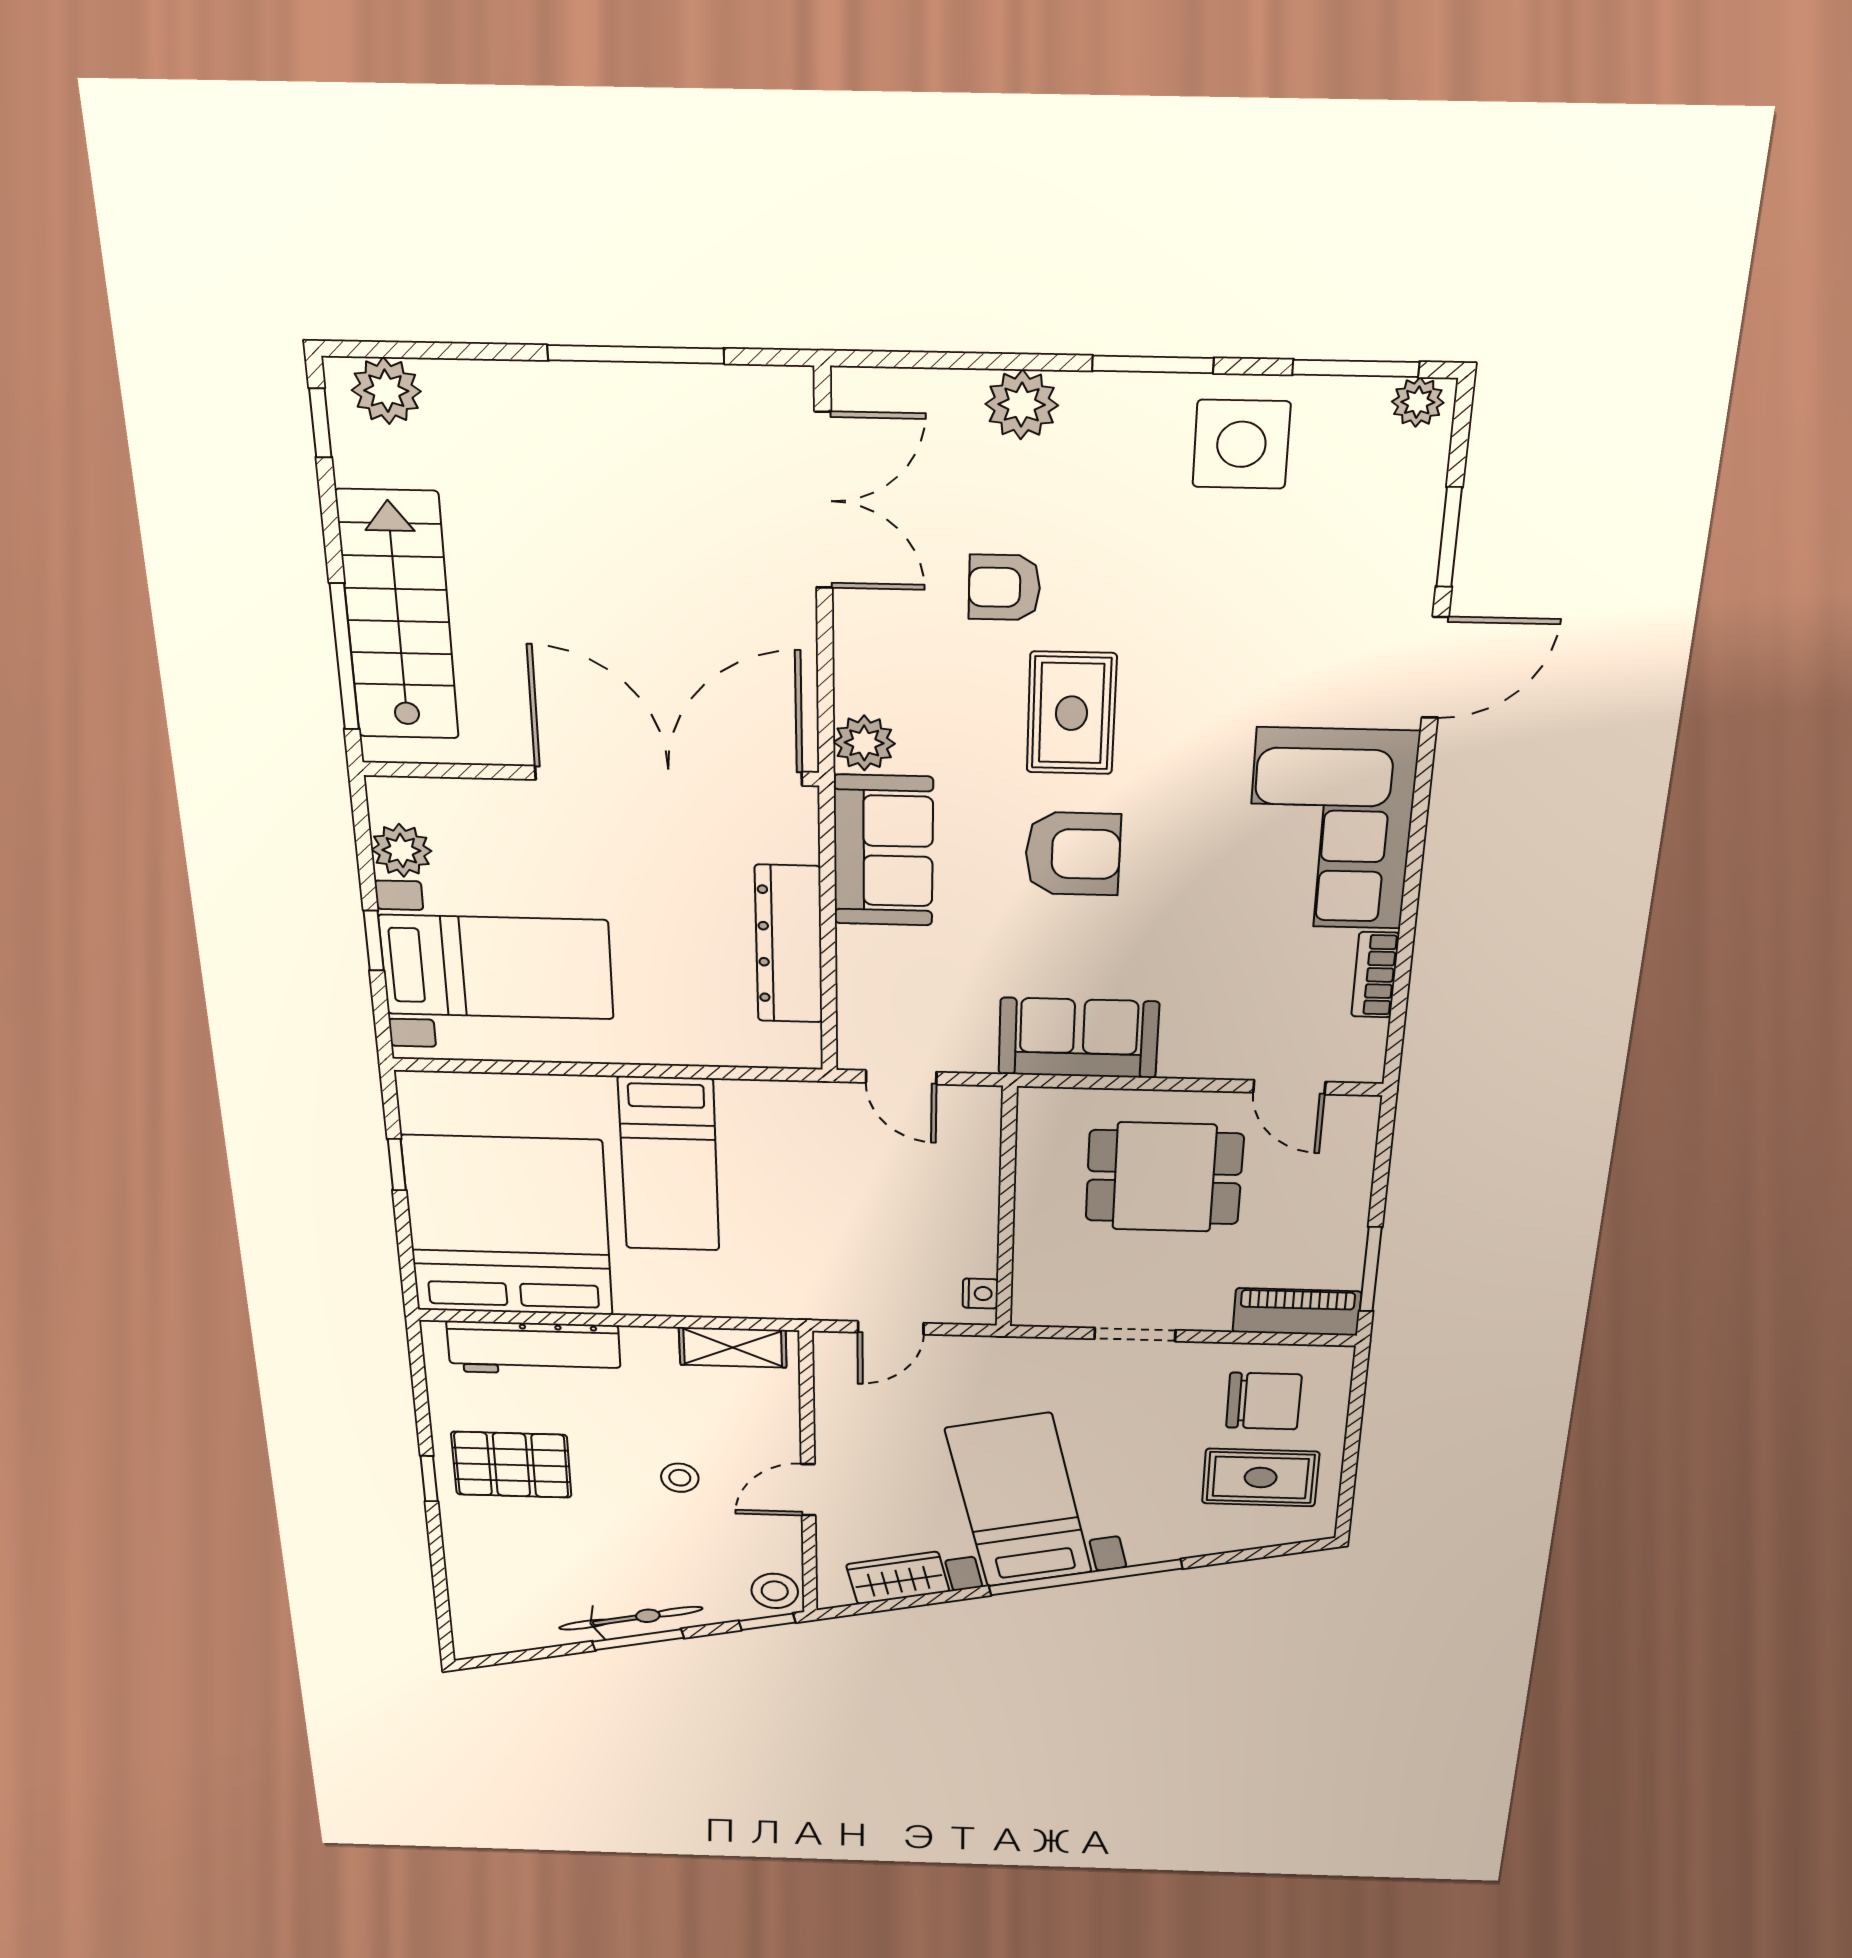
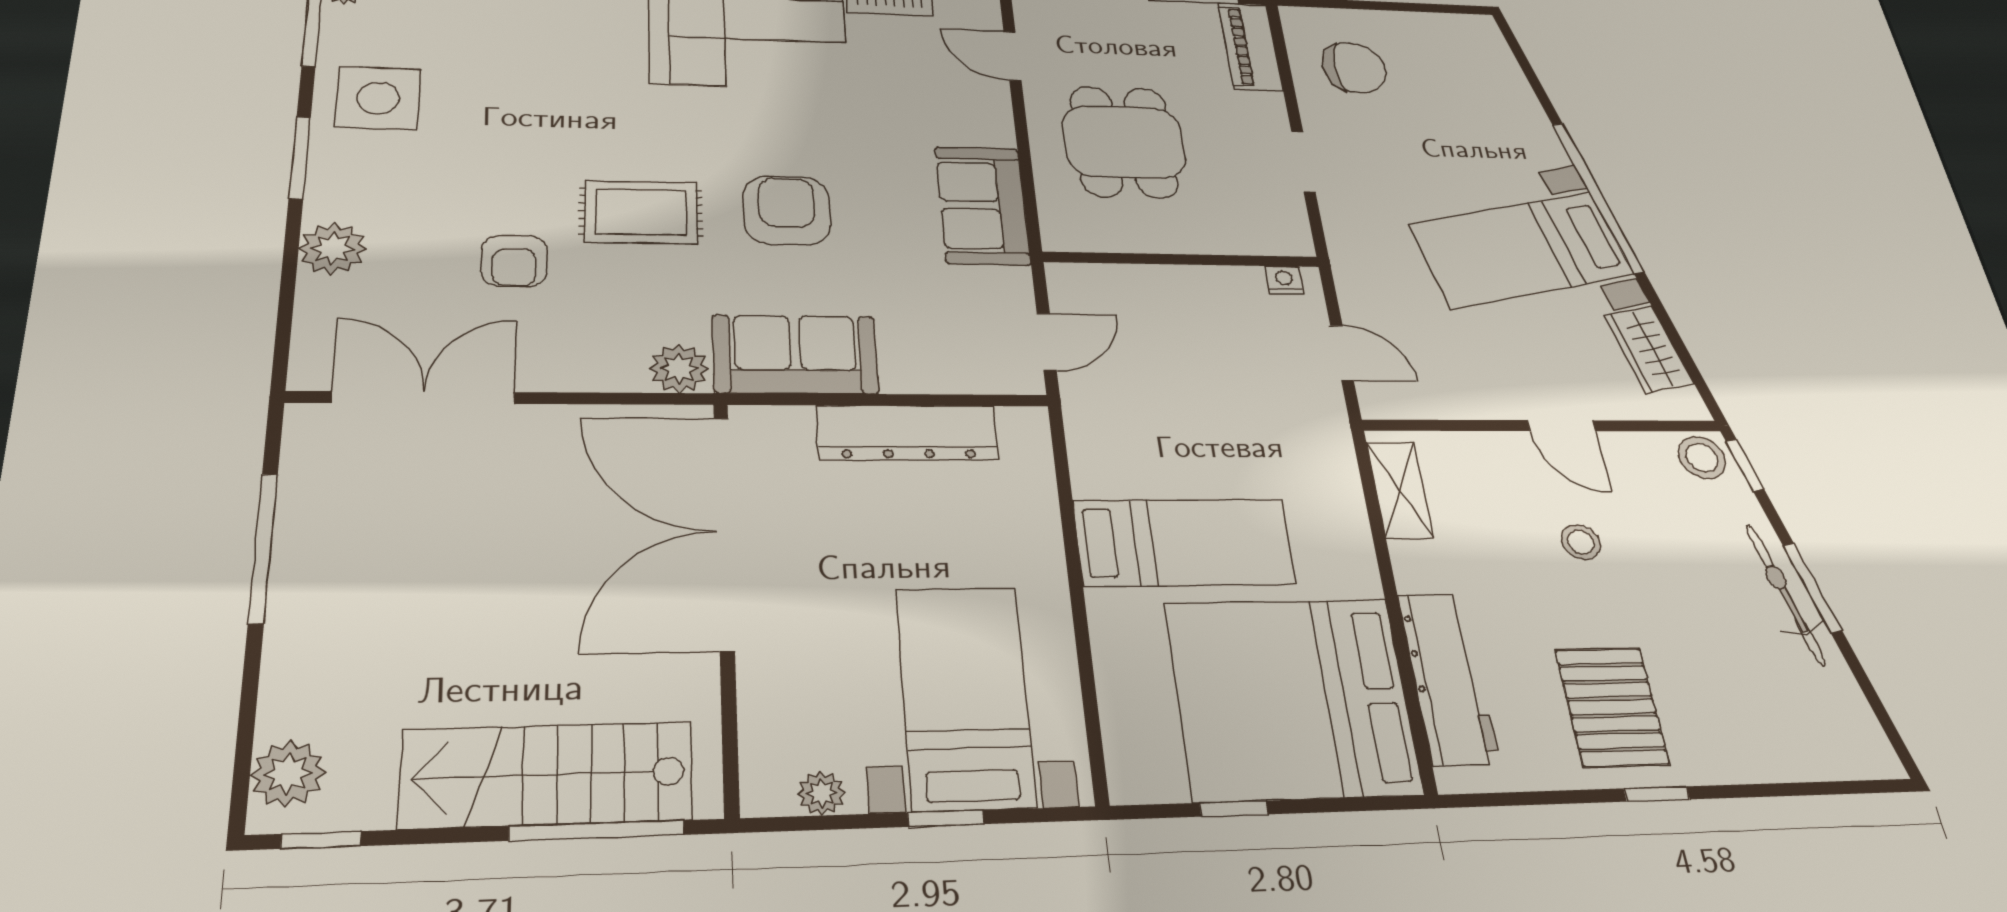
plant: (401, 850) -> (821, 793), width x0.73, depth x0.73
door: (1289, 1087) -> (1012, 56), swing flipped
chair: (1264, 1401) -> (1354, 68), turned 90
rug: (1261, 1478) -> (1440, 69), removed

